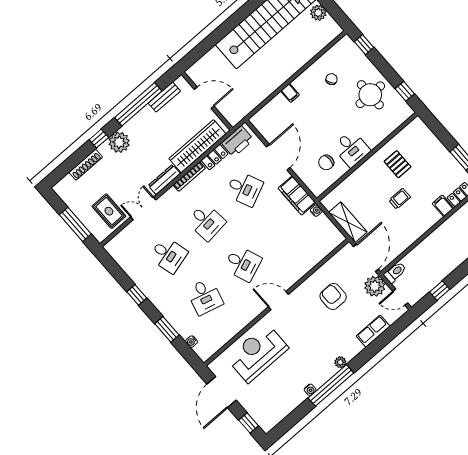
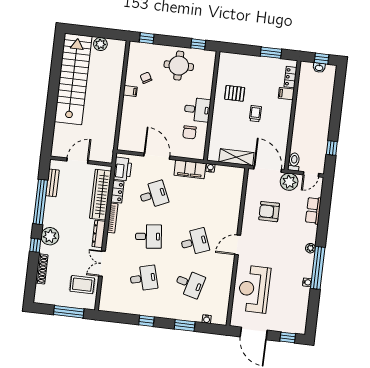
filing cabinet: (290, 93) -> (130, 91), moved

